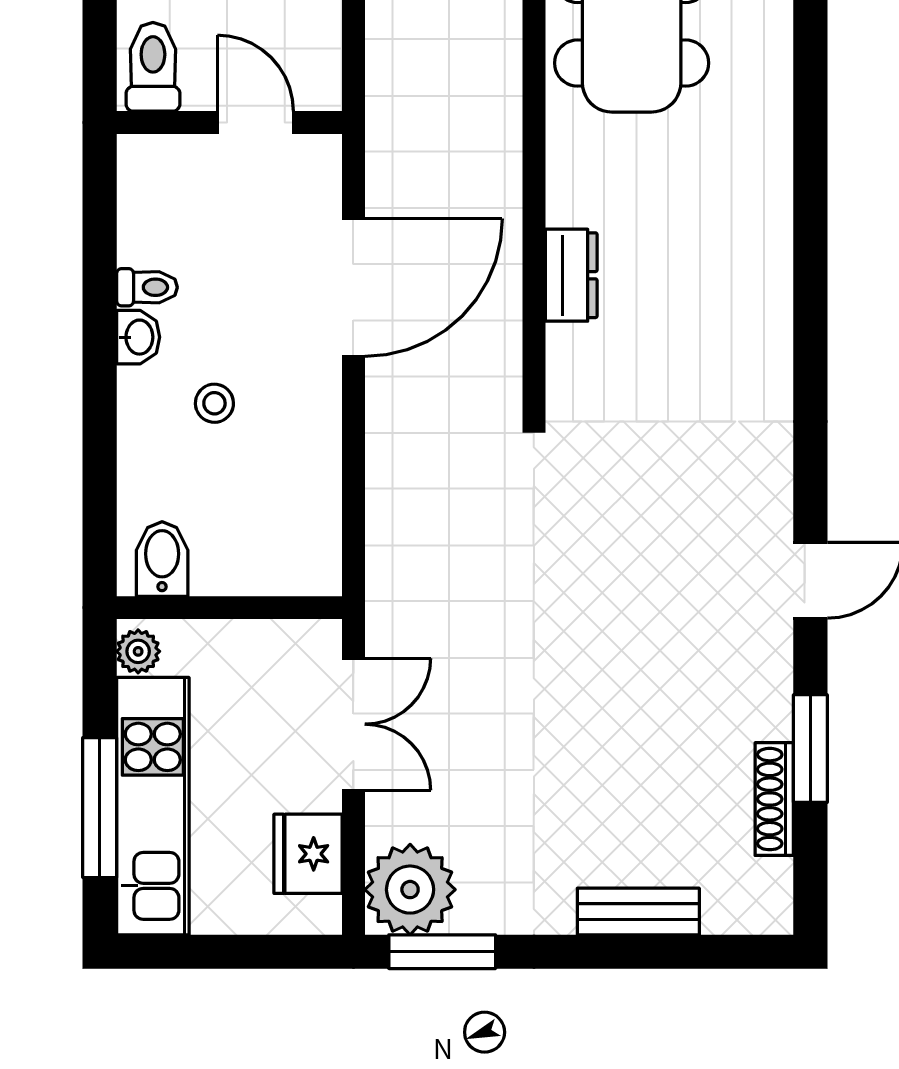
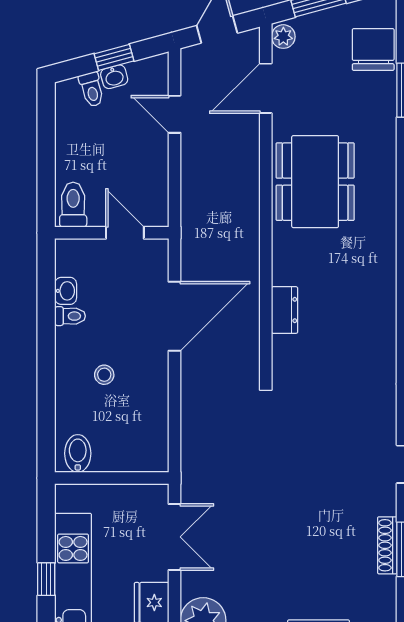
washbasin: (138, 337) -> (66, 291), moved
plant: (138, 651) -> (66, 500), removed
shoe rack: (774, 799) -> (387, 545), moved
window: (100, 808) -> (46, 579), width x0.46

